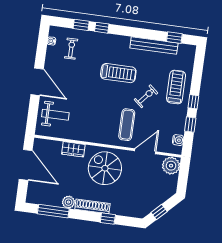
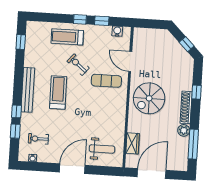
bench: (154, 46) -> (28, 90), moved
weight bench: (55, 115) -> (102, 149), turned 90
wardrobe: (73, 149) -> (133, 143), moved
plant: (171, 166) -> (142, 36), removed

